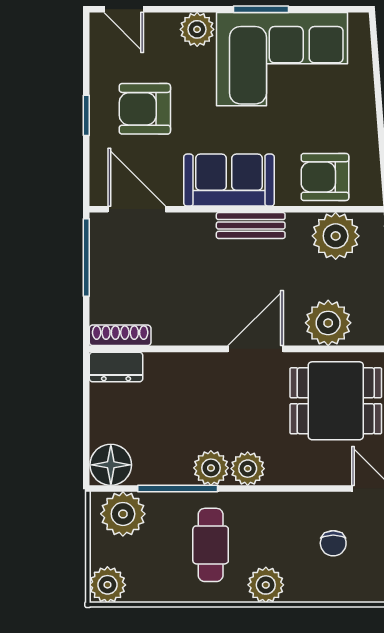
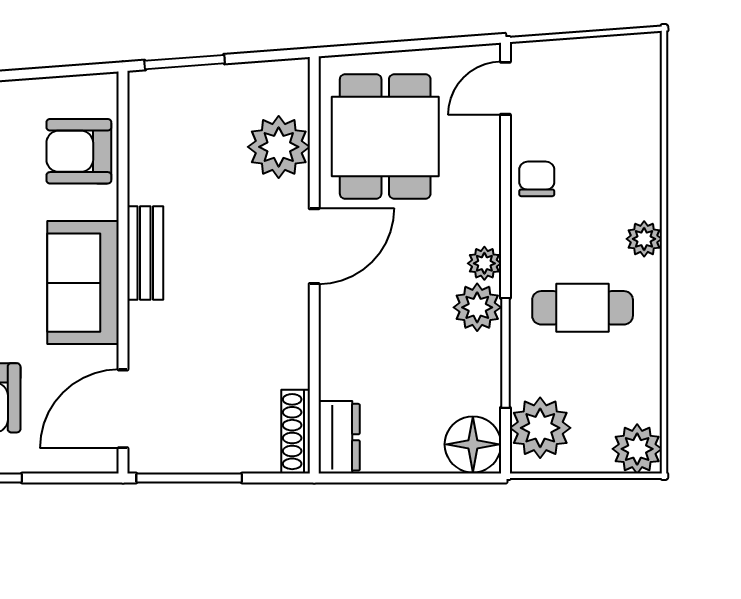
armchair: (325, 177) -> (79, 151), turned 90
plant: (336, 236) -> (160, 137), removed
door: (256, 349) -> (314, 246), swing flipped
plant: (248, 469) -> (484, 263), width x0.73, depth x0.73
chair: (333, 543) -> (537, 179), moved, turned -90
plant: (266, 585) -> (644, 239), width x0.73, depth x0.73

